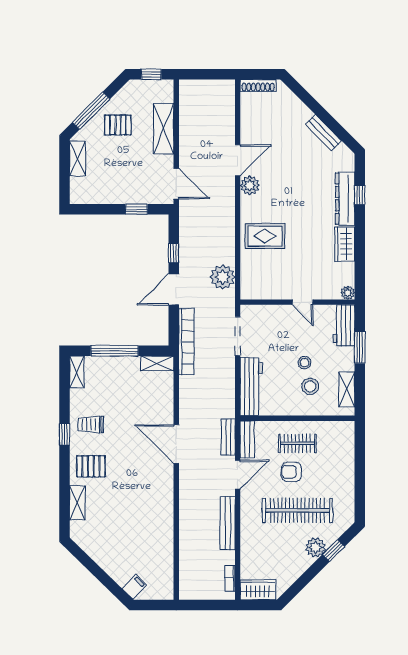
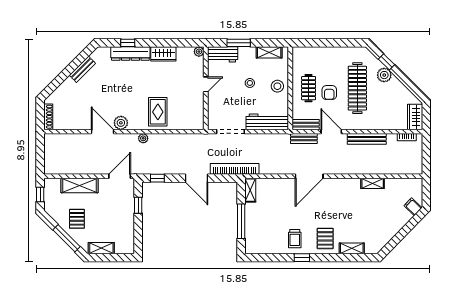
window: (174, 253) -> (157, 178), moved
plant: (223, 277) -> (143, 138), moved, width x0.53, depth x0.53
shelving: (77, 372) -> (373, 183), moved
stool: (310, 386) -> (277, 86), moved

